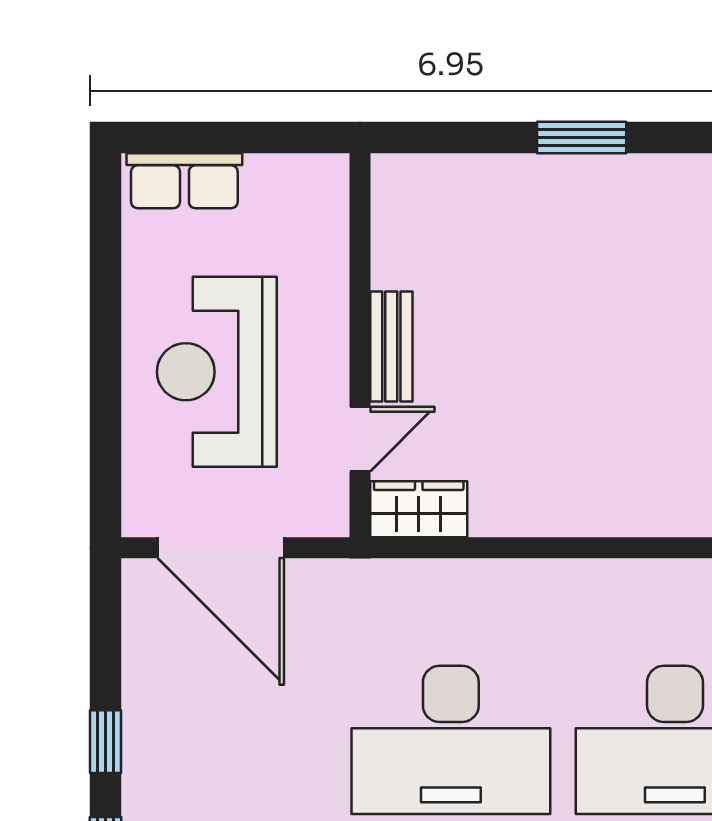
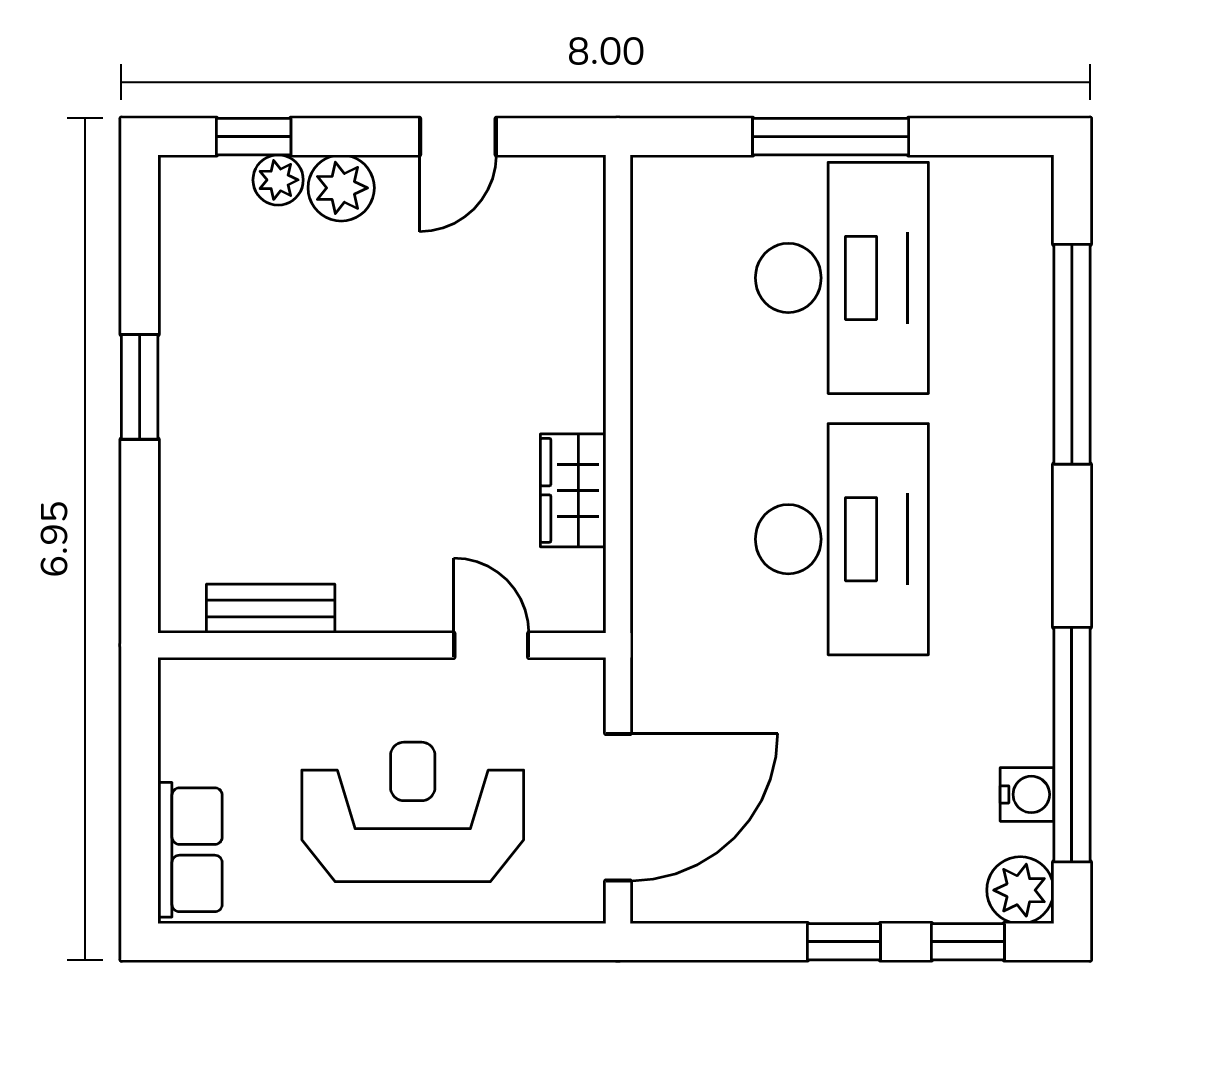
bench: (391, 347) -> (271, 609), moved
reception desk: (217, 372) -> (413, 812), turned 180
wardrobe: (419, 509) -> (573, 490), moved

